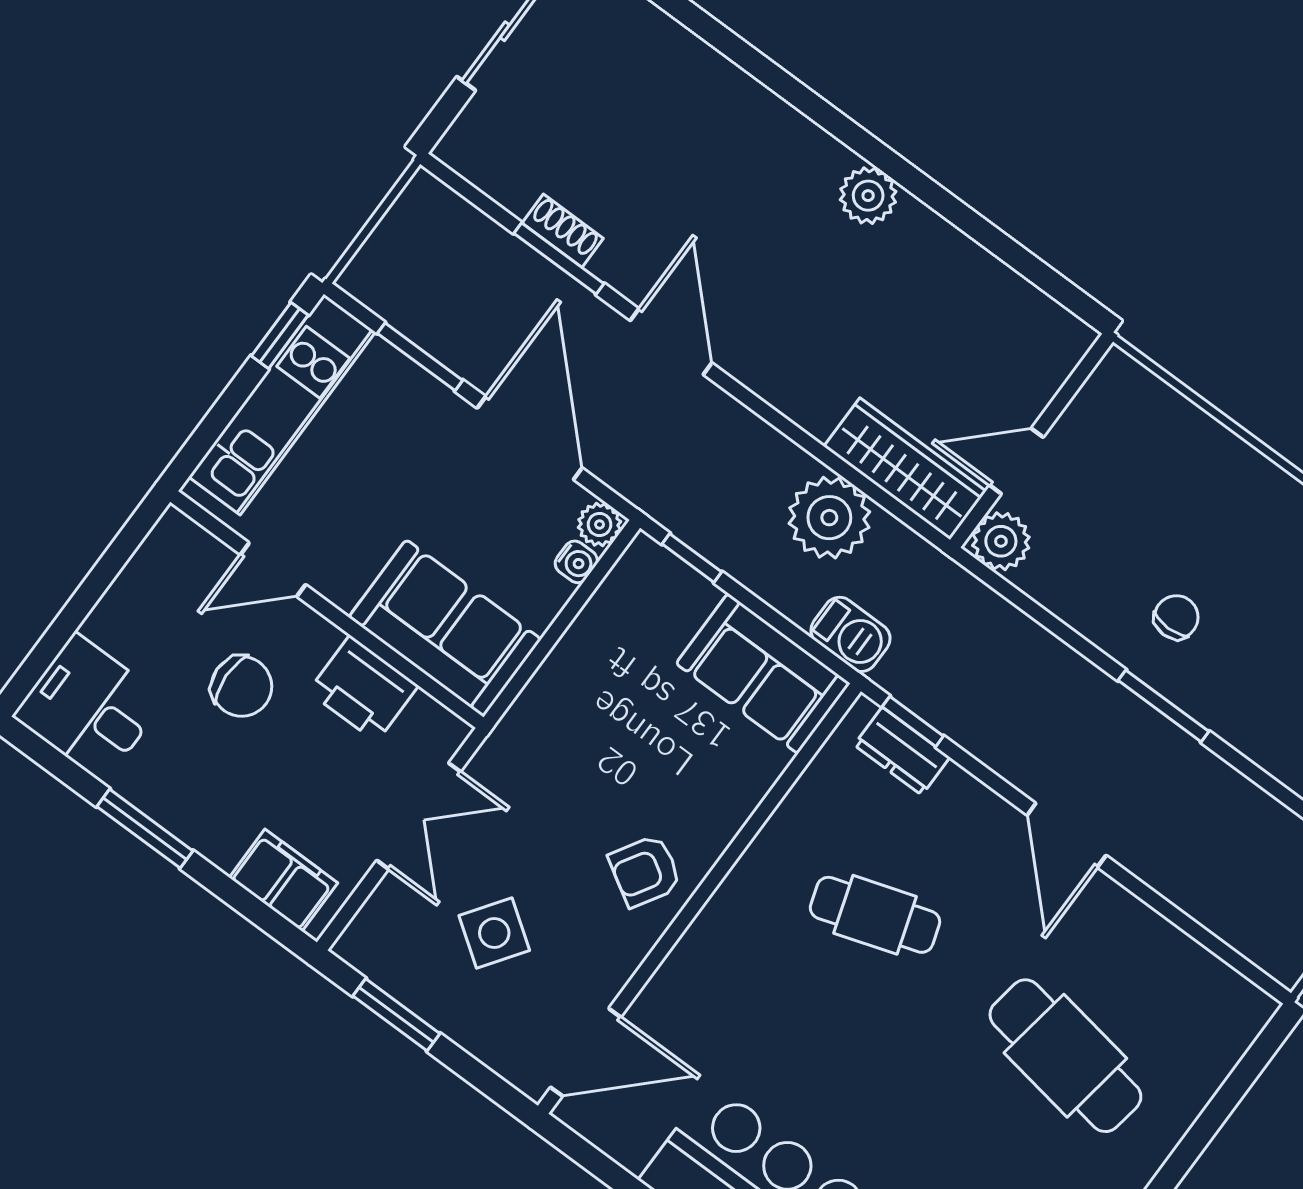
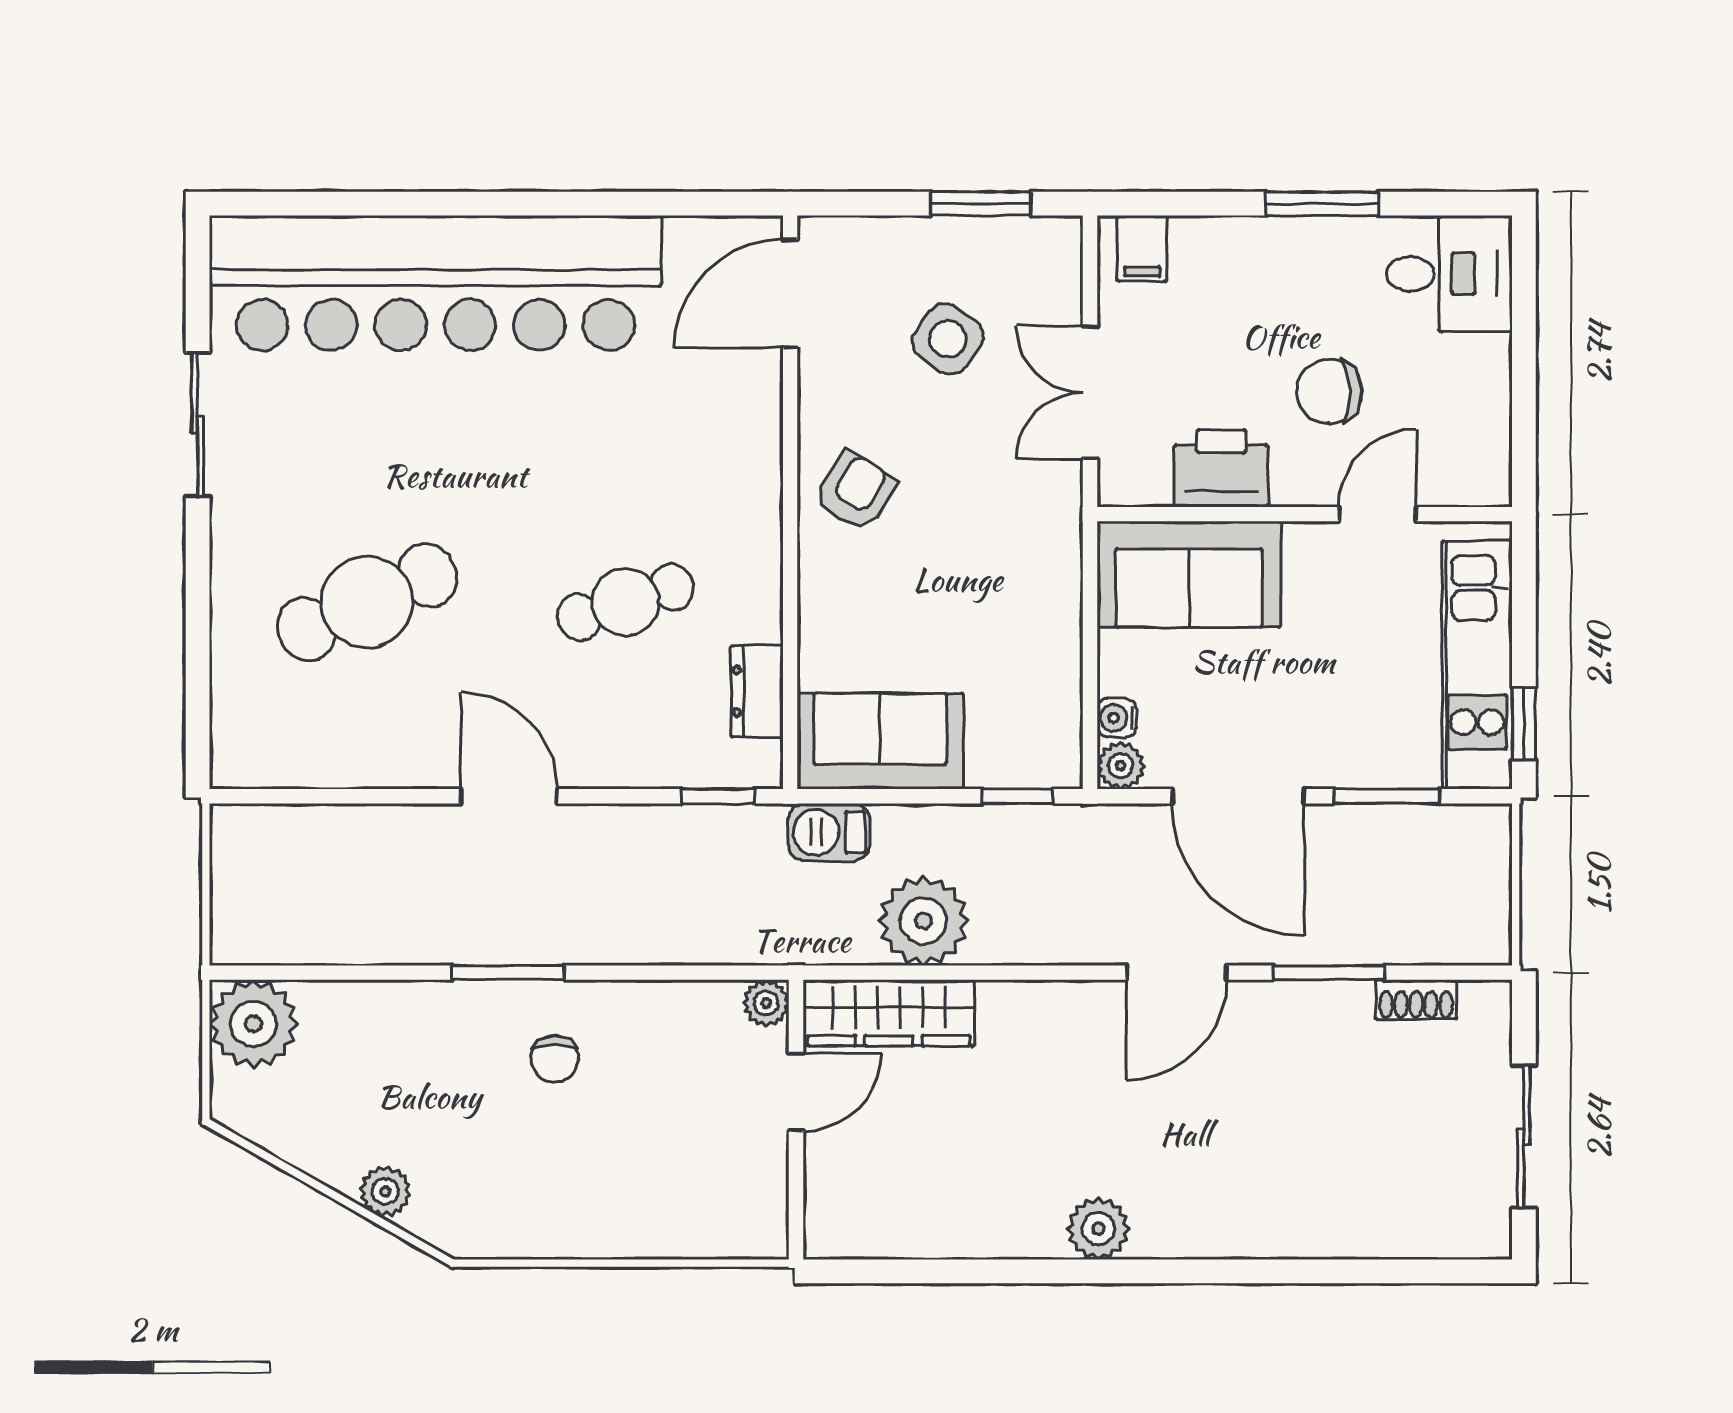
shoe rack: (563, 231) -> (1416, 1000), moved
door: (671, 342) -> (1176, 973), hinge flipped
plant: (1001, 541) -> (766, 1003), width x0.73, depth x0.73
dresser: (902, 751) -> (757, 691), moved, turned -90
filing cabinet: (283, 880) -> (1142, 248), width x0.50
cafe table: (1065, 1056) -> (367, 602), turned -33

